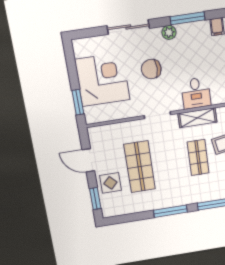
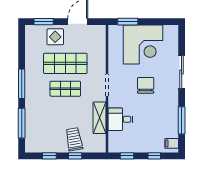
plant: (169, 32) -> (173, 104), removed
shop shelf: (198, 157) -> (65, 89), moved

